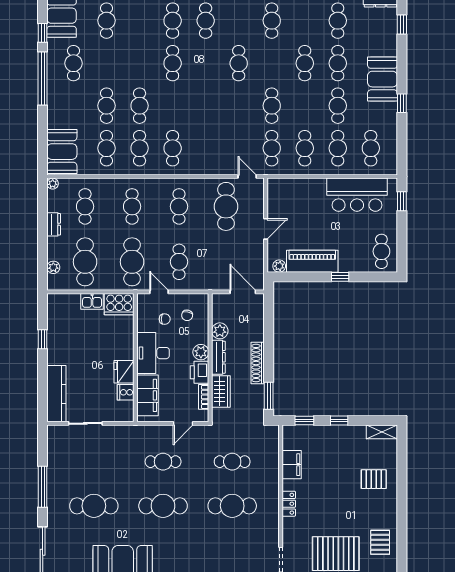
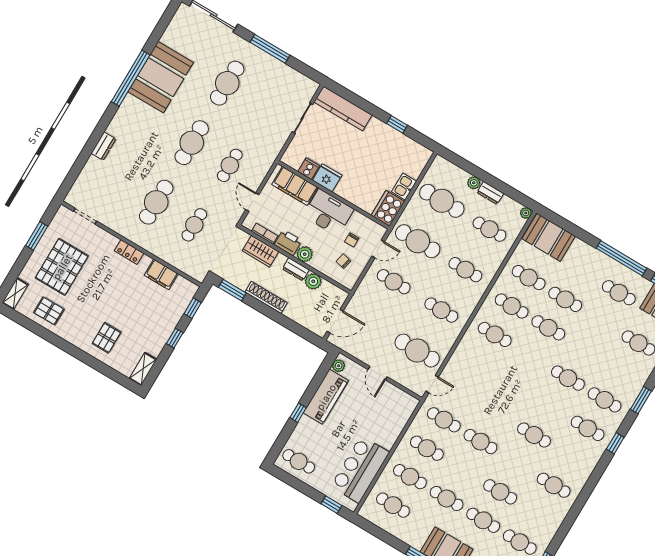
plant: (53, 267) -> (474, 183), moved
dresser: (218, 357) -> (296, 269), width x0.70

